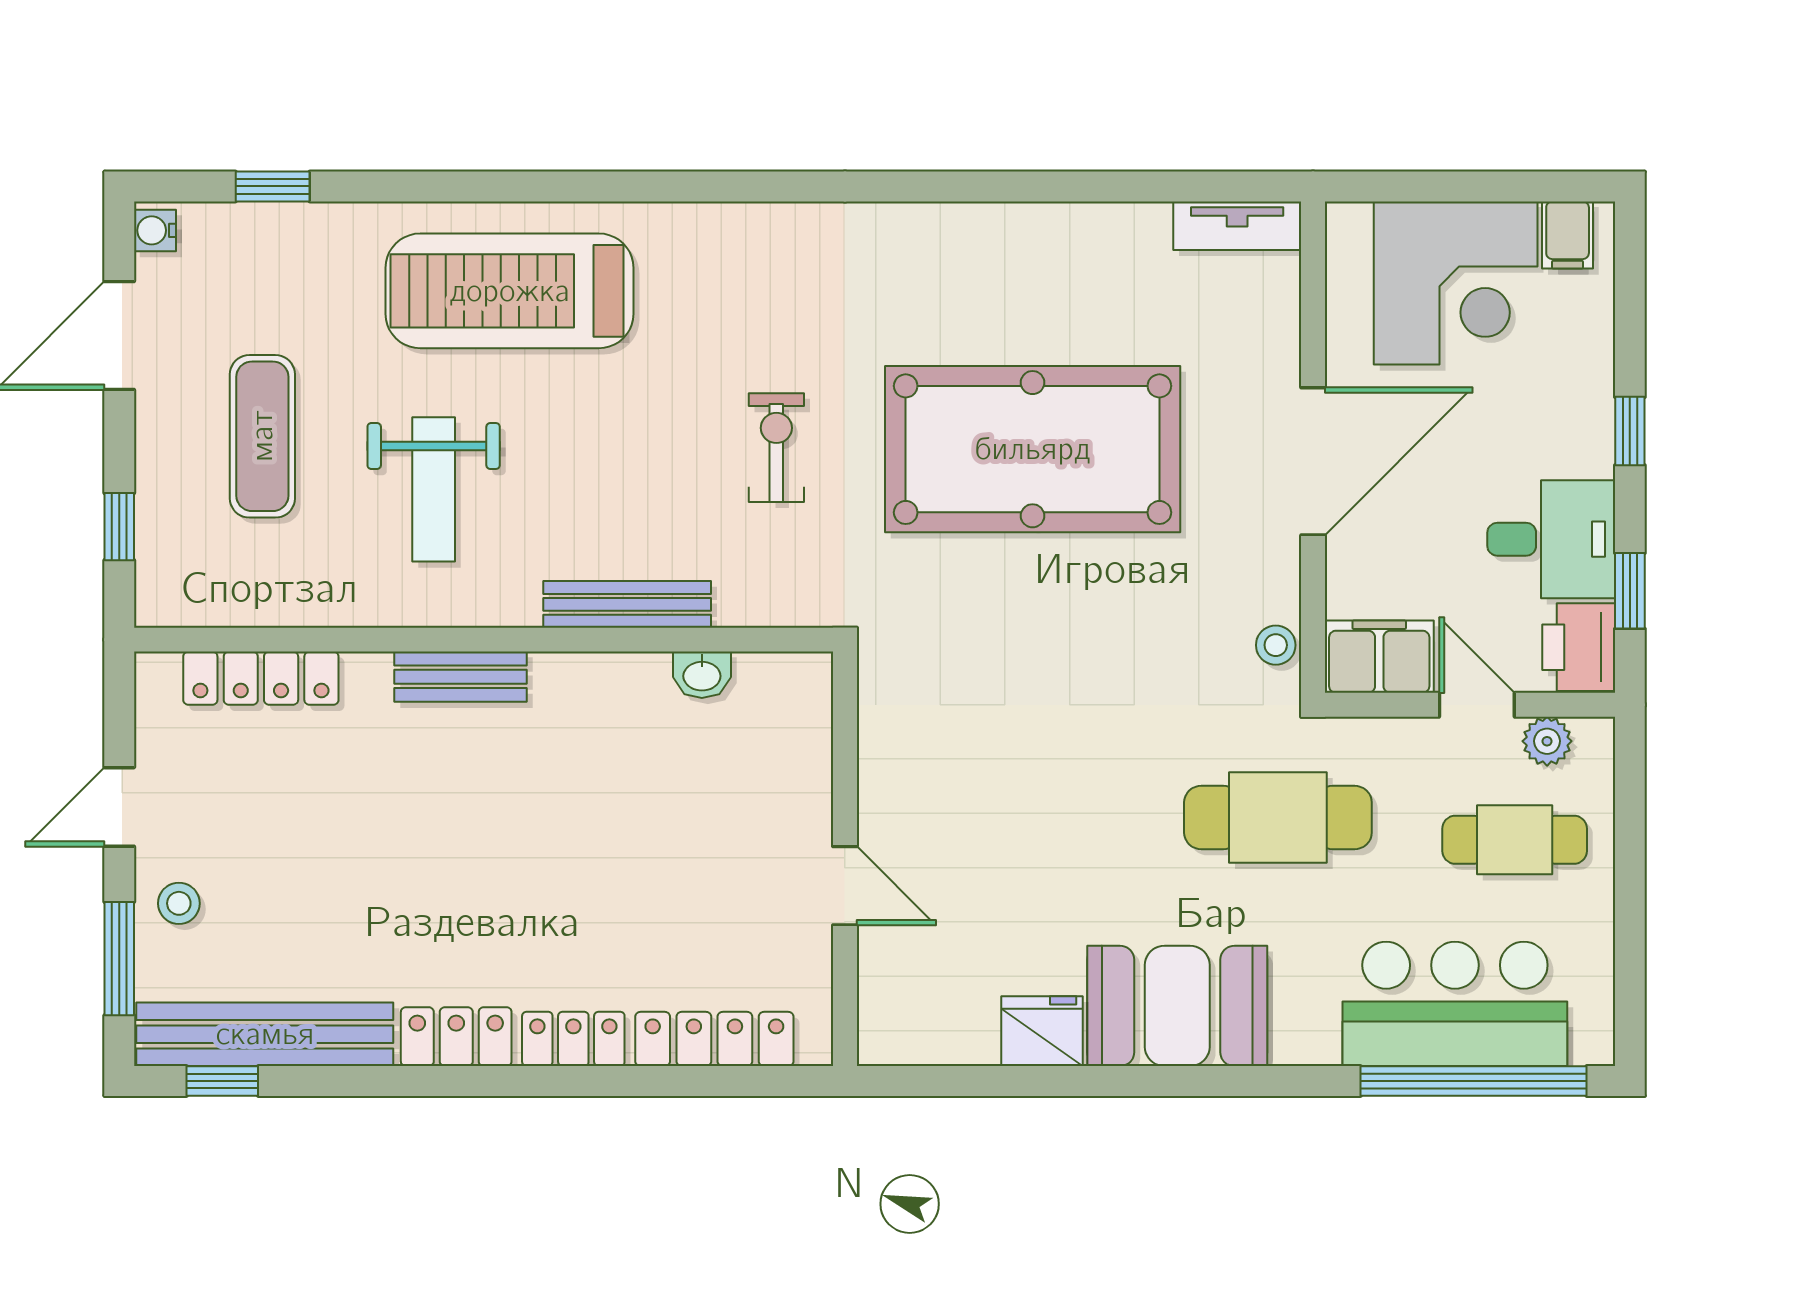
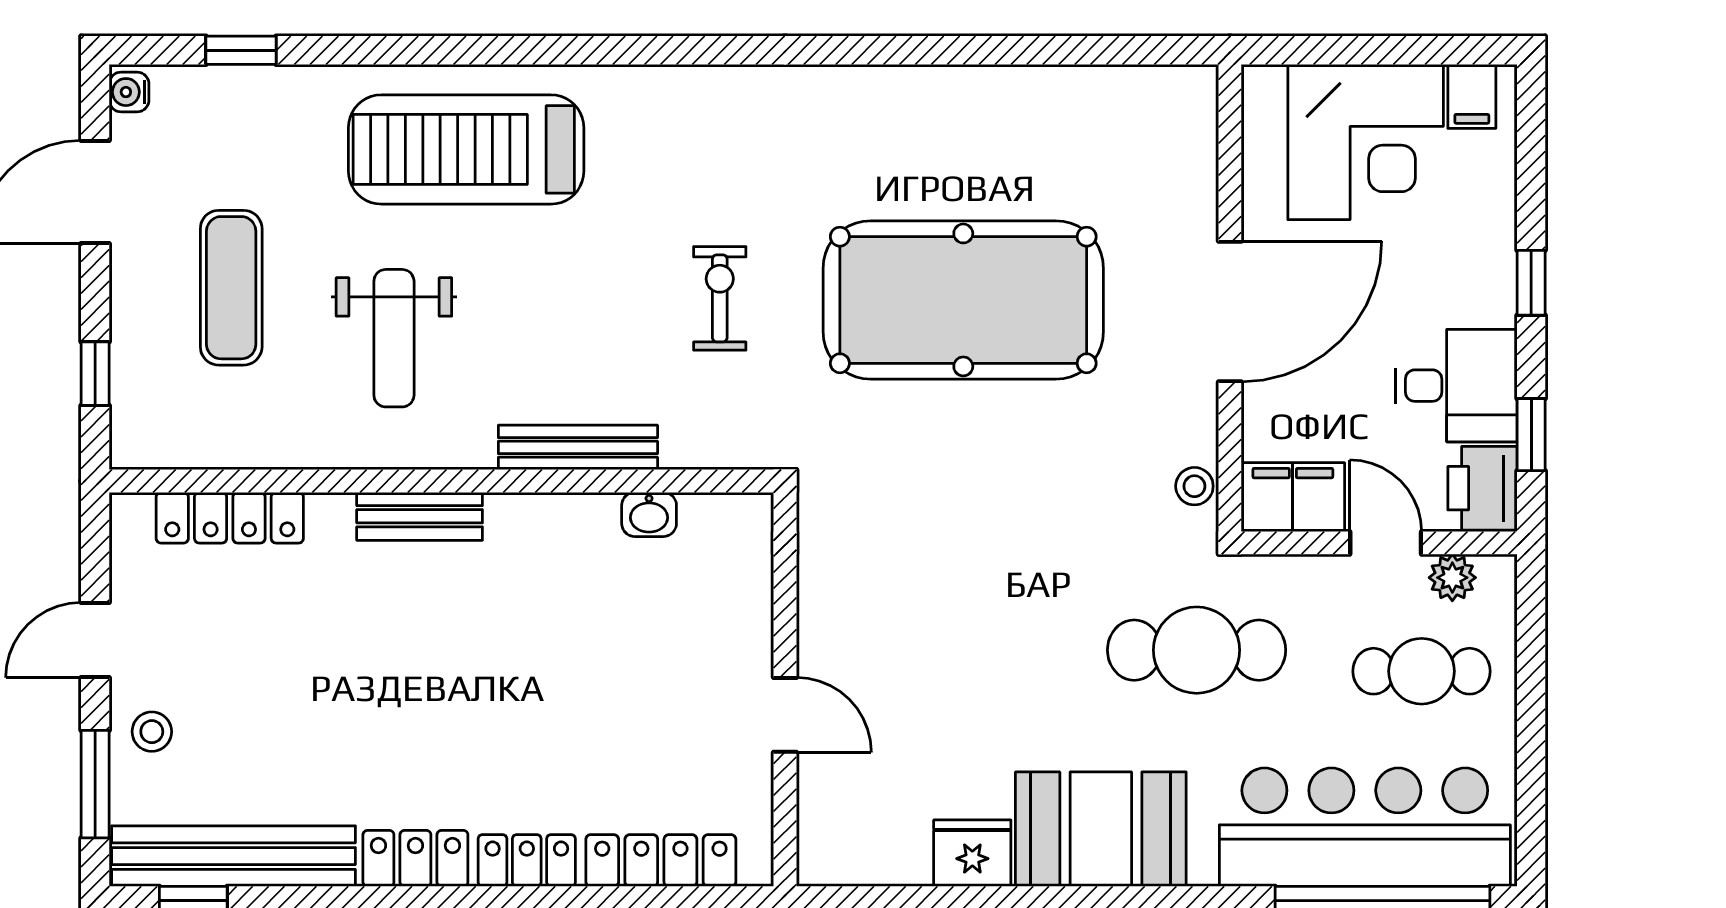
tv unit: (1237, 226) -> (1158, 87), removed
bar counter: (1455, 1004) -> (1365, 827), width x1.36

